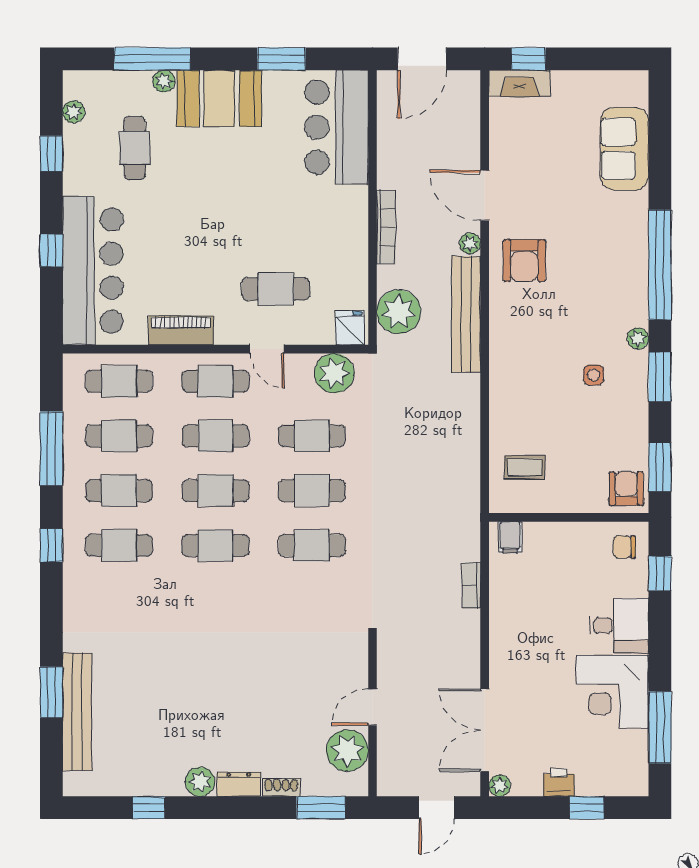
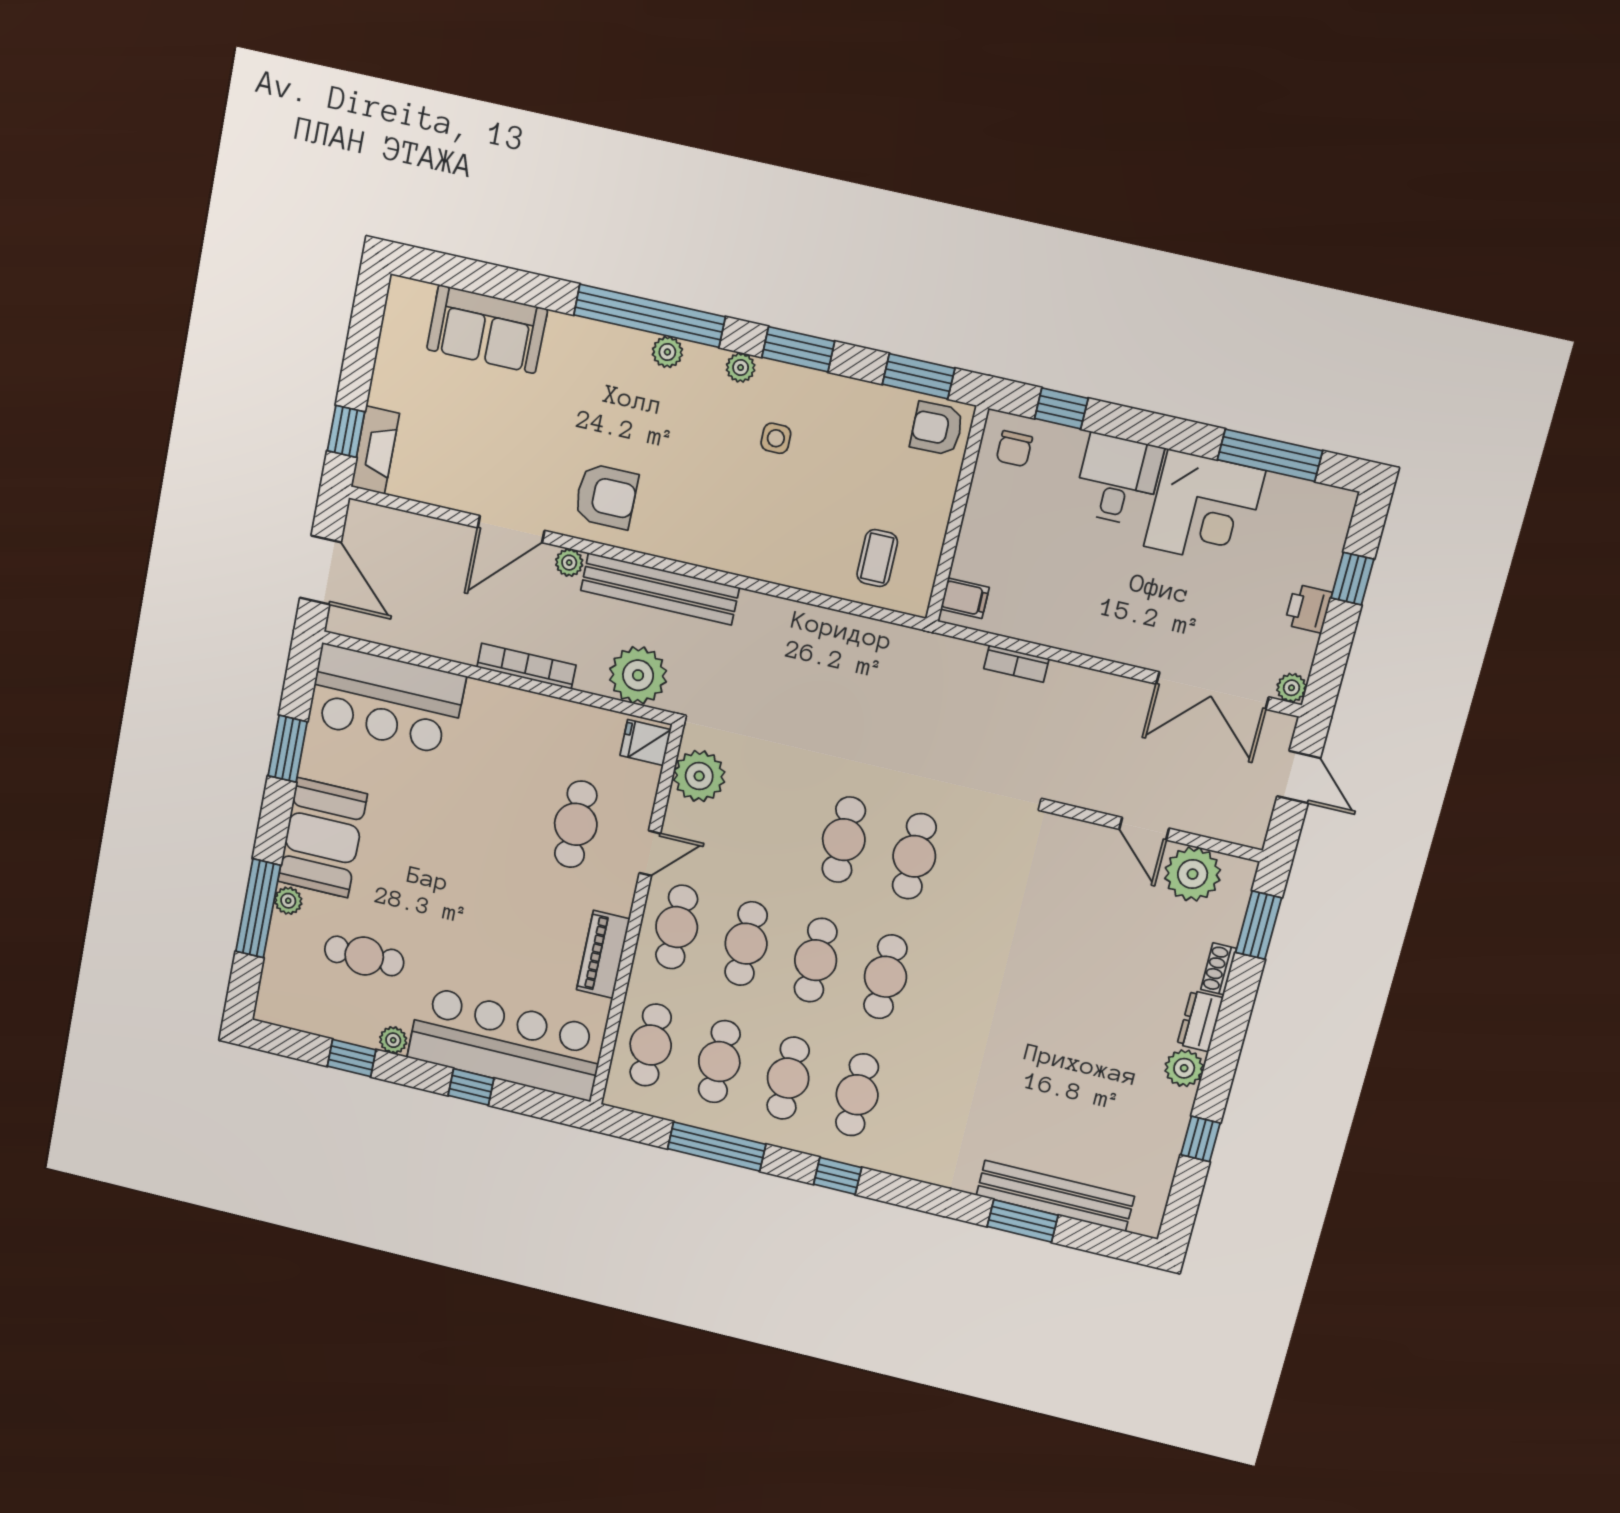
plant: (74, 112) -> (393, 1040), moved
plant: (637, 283) -> (667, 352), added
cafe table: (312, 436) -> (773, 823), removed

